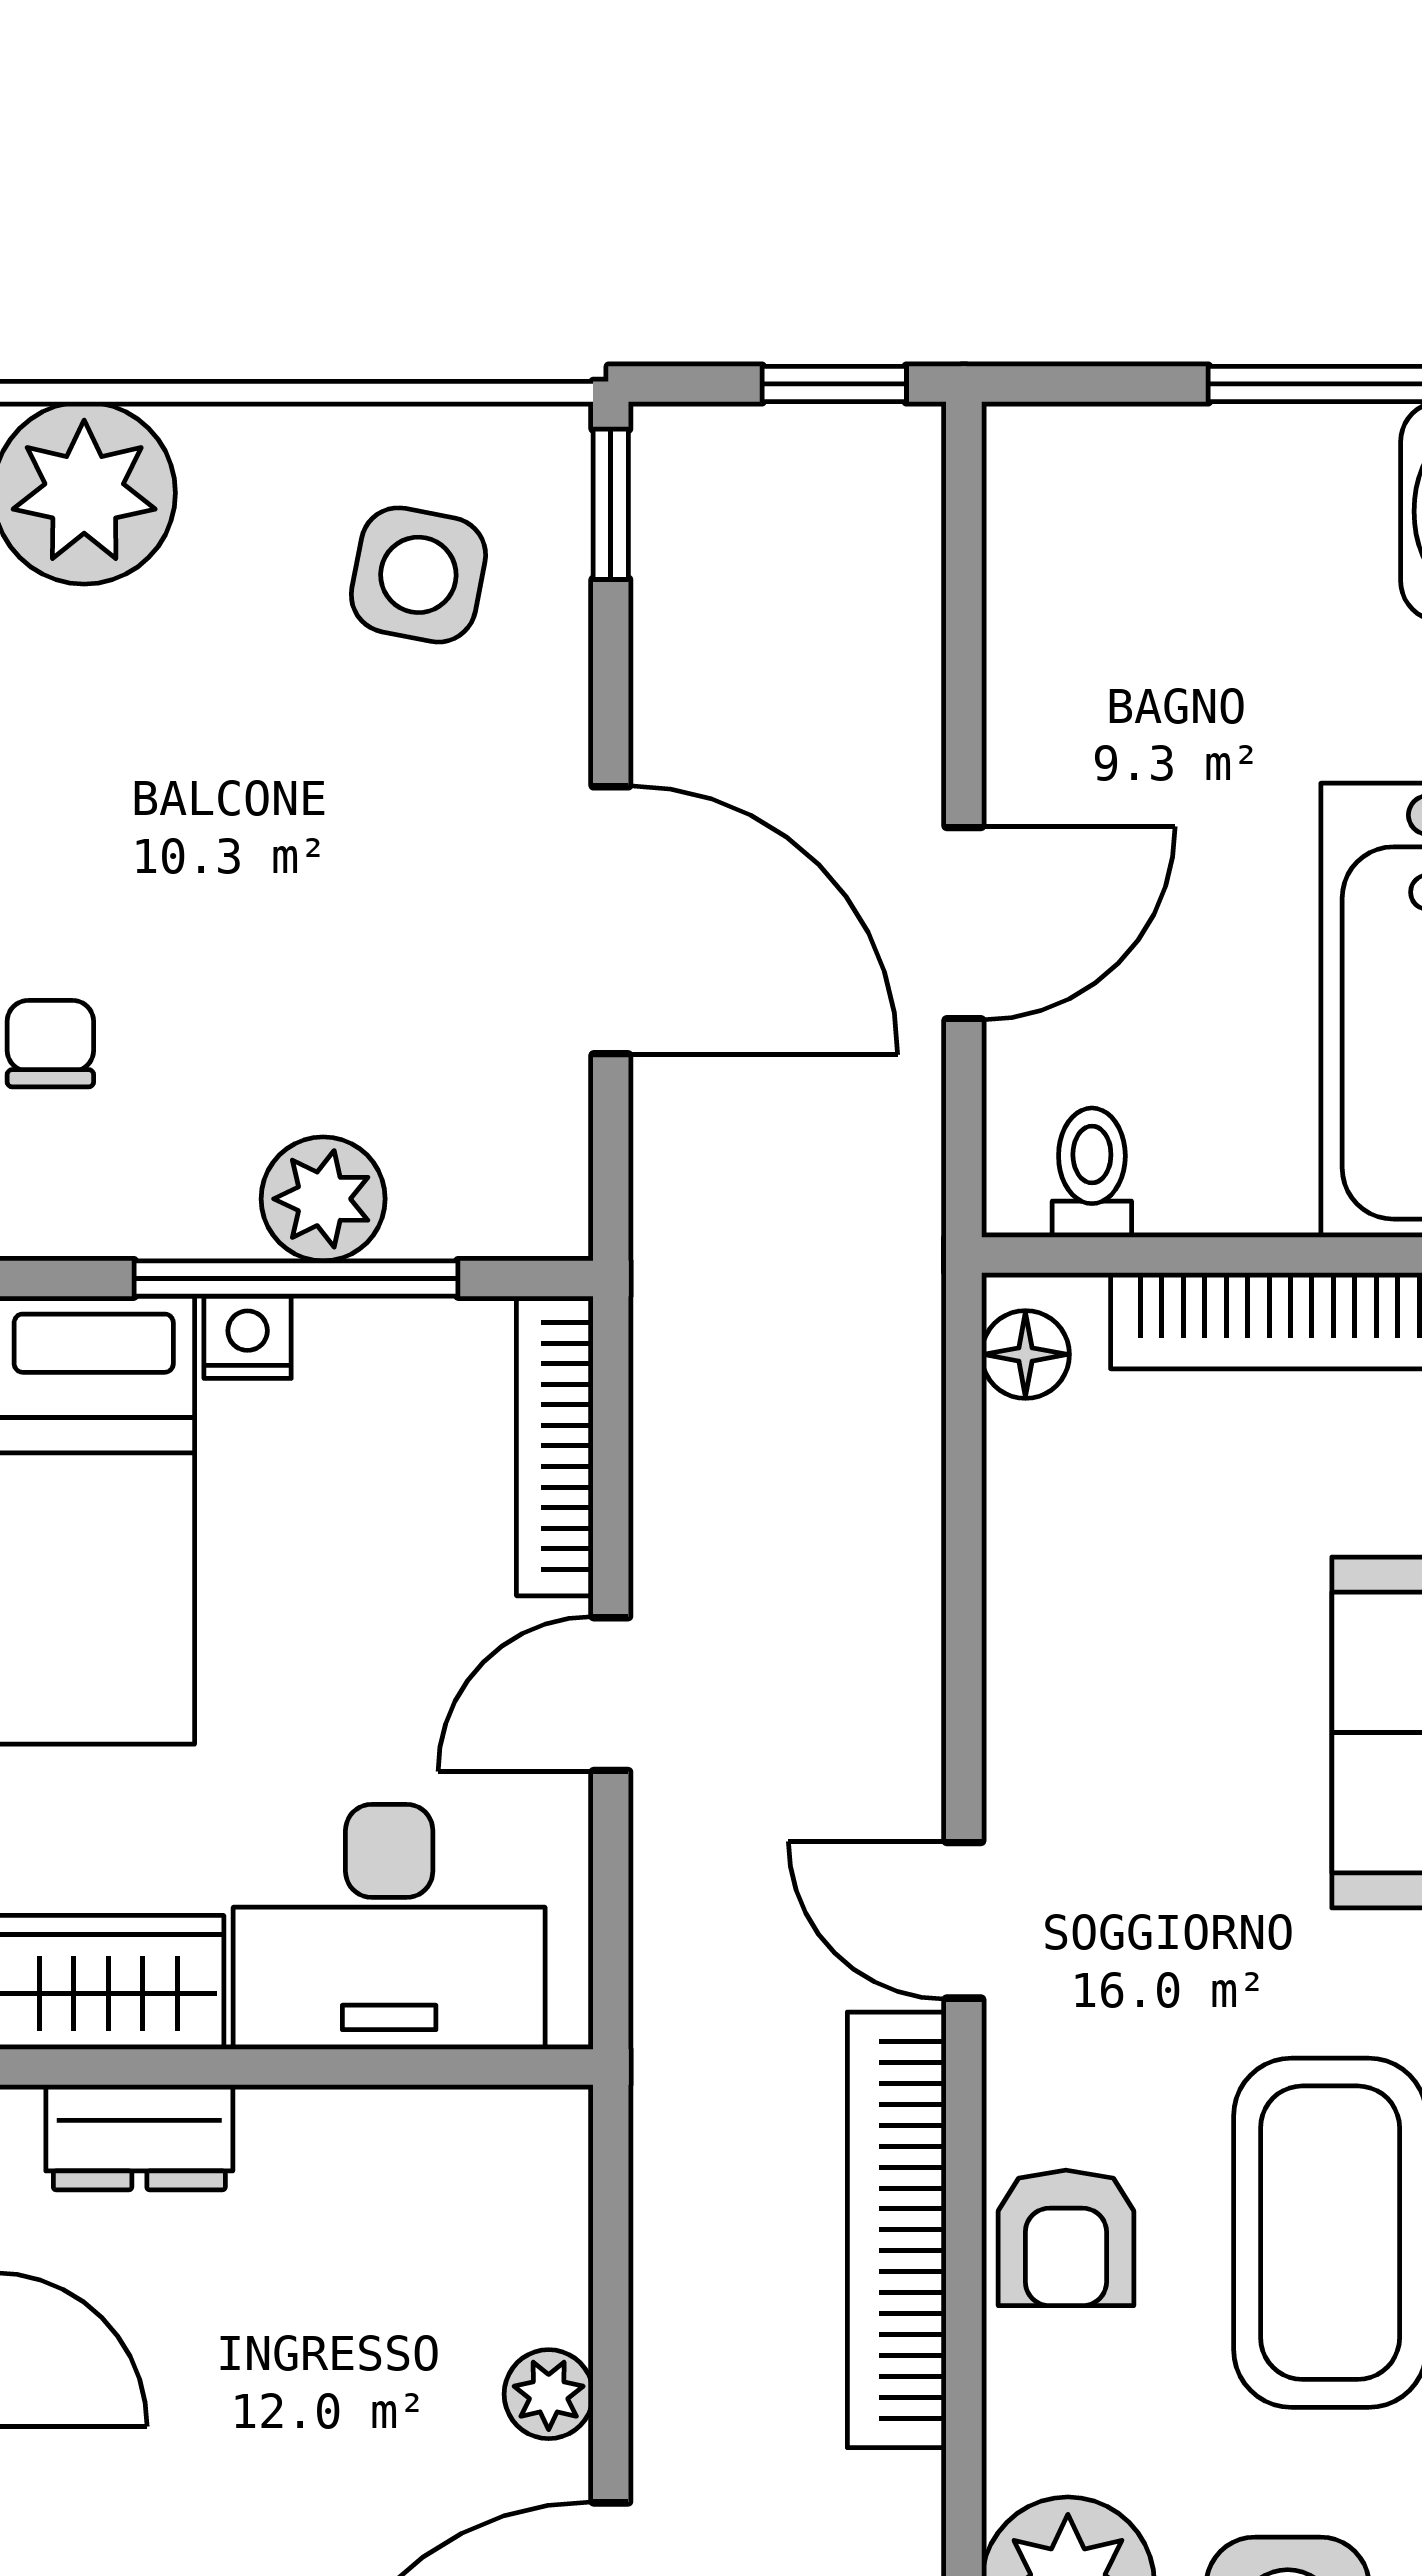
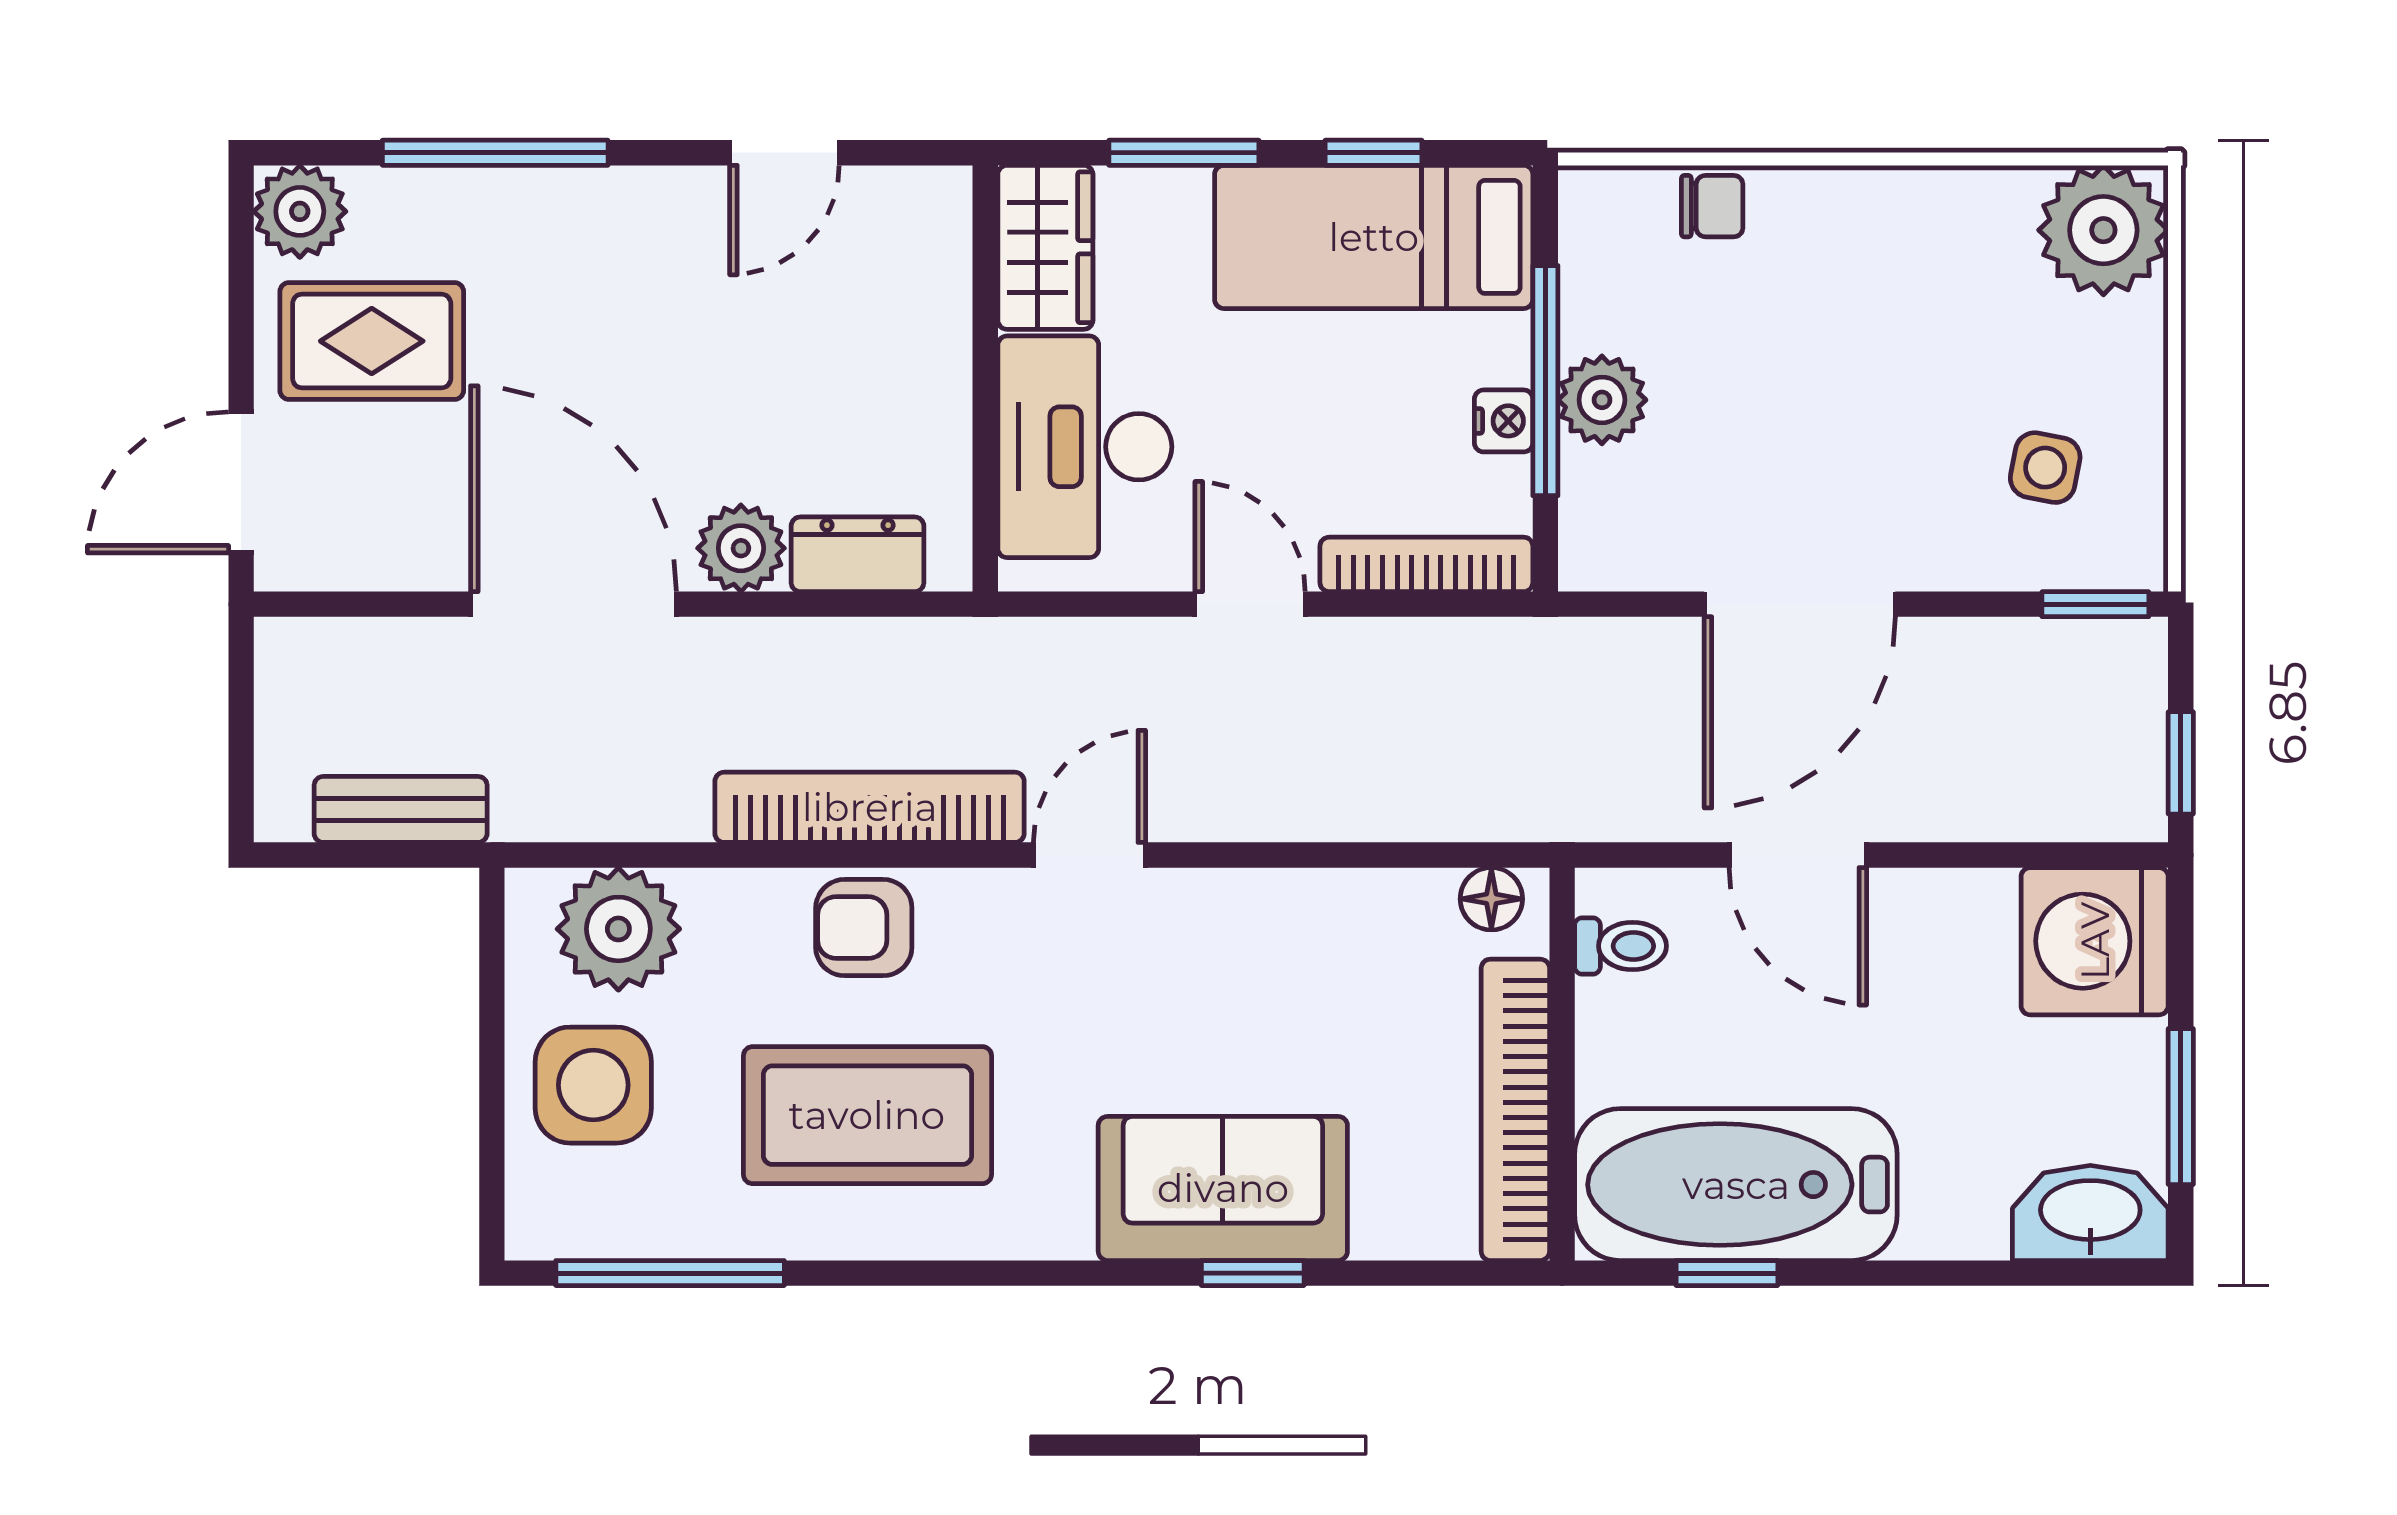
washing machine: (1085, 505) -> (2095, 941), added
side table: (418, 575) -> (2045, 468), width x0.73, depth x0.73
nightstand: (248, 1337) -> (1504, 421), moved
dresser: (139, 2137) -> (858, 554), moved, turned 90
plant: (549, 2394) -> (741, 548), width x1.38, depth x1.38

